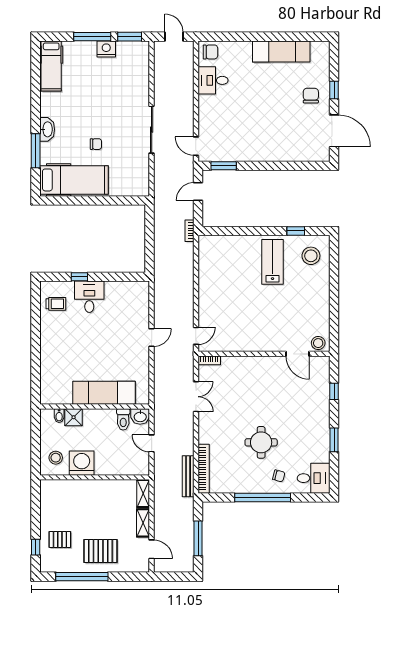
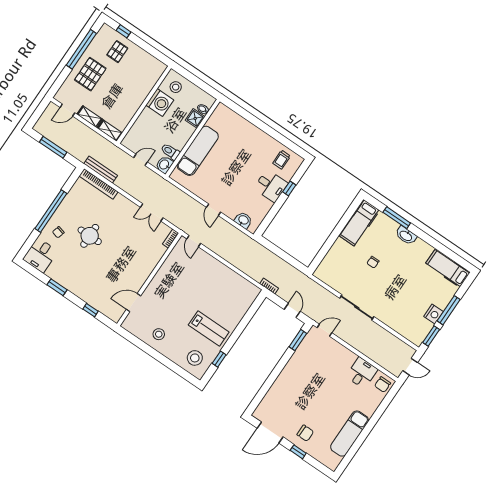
hospital bed: (74, 180) -> (359, 223), width x0.73, depth x0.78
washbasin: (142, 301) -> (243, 220), added
stool: (318, 343) -> (159, 334), moved

